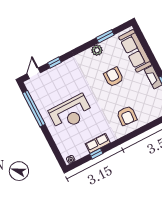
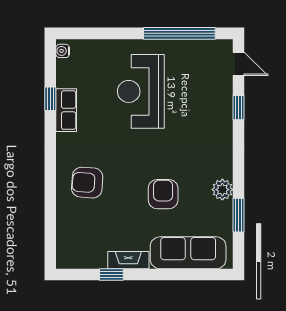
armchair: (114, 77) -> (163, 194), turned -90

